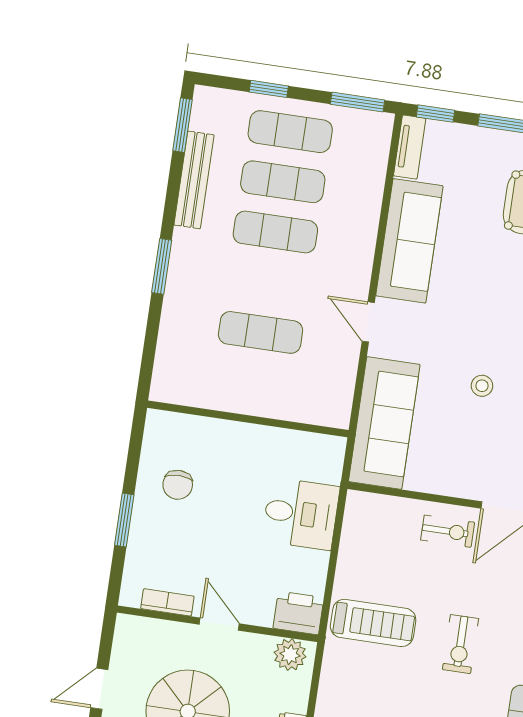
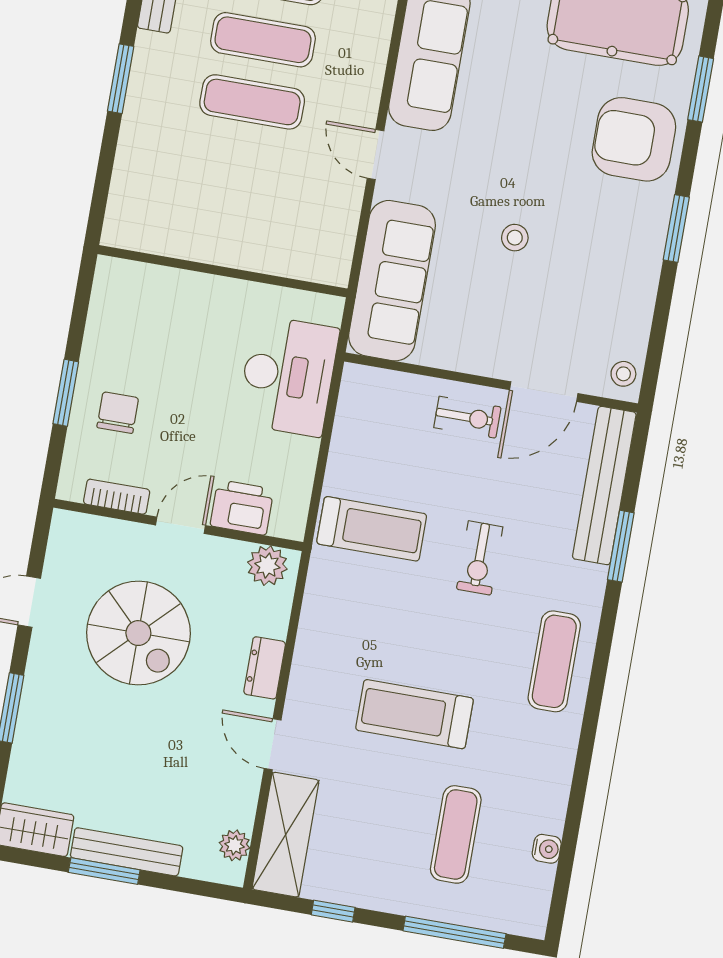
exercise mat: (261, 332) -> (252, 102), moved
chair: (178, 485) -> (118, 413), moved, turned 180
desk: (301, 514) -> (288, 376), width x1.37
printer: (298, 613) -> (242, 507), moved
door: (219, 624) -> (180, 525), hinge flipped

